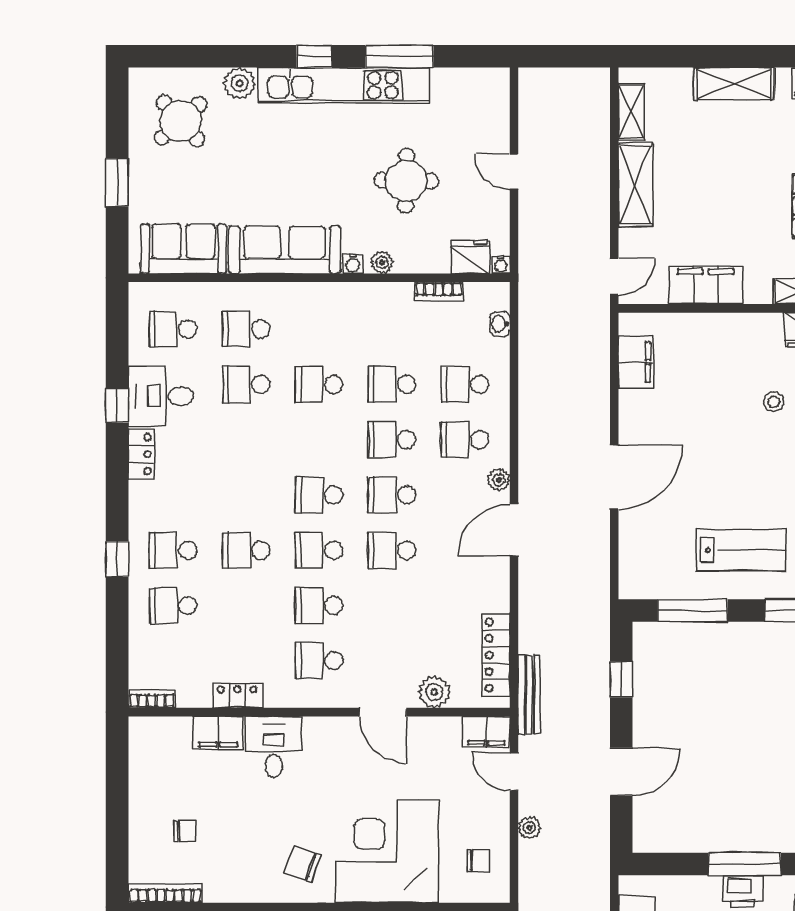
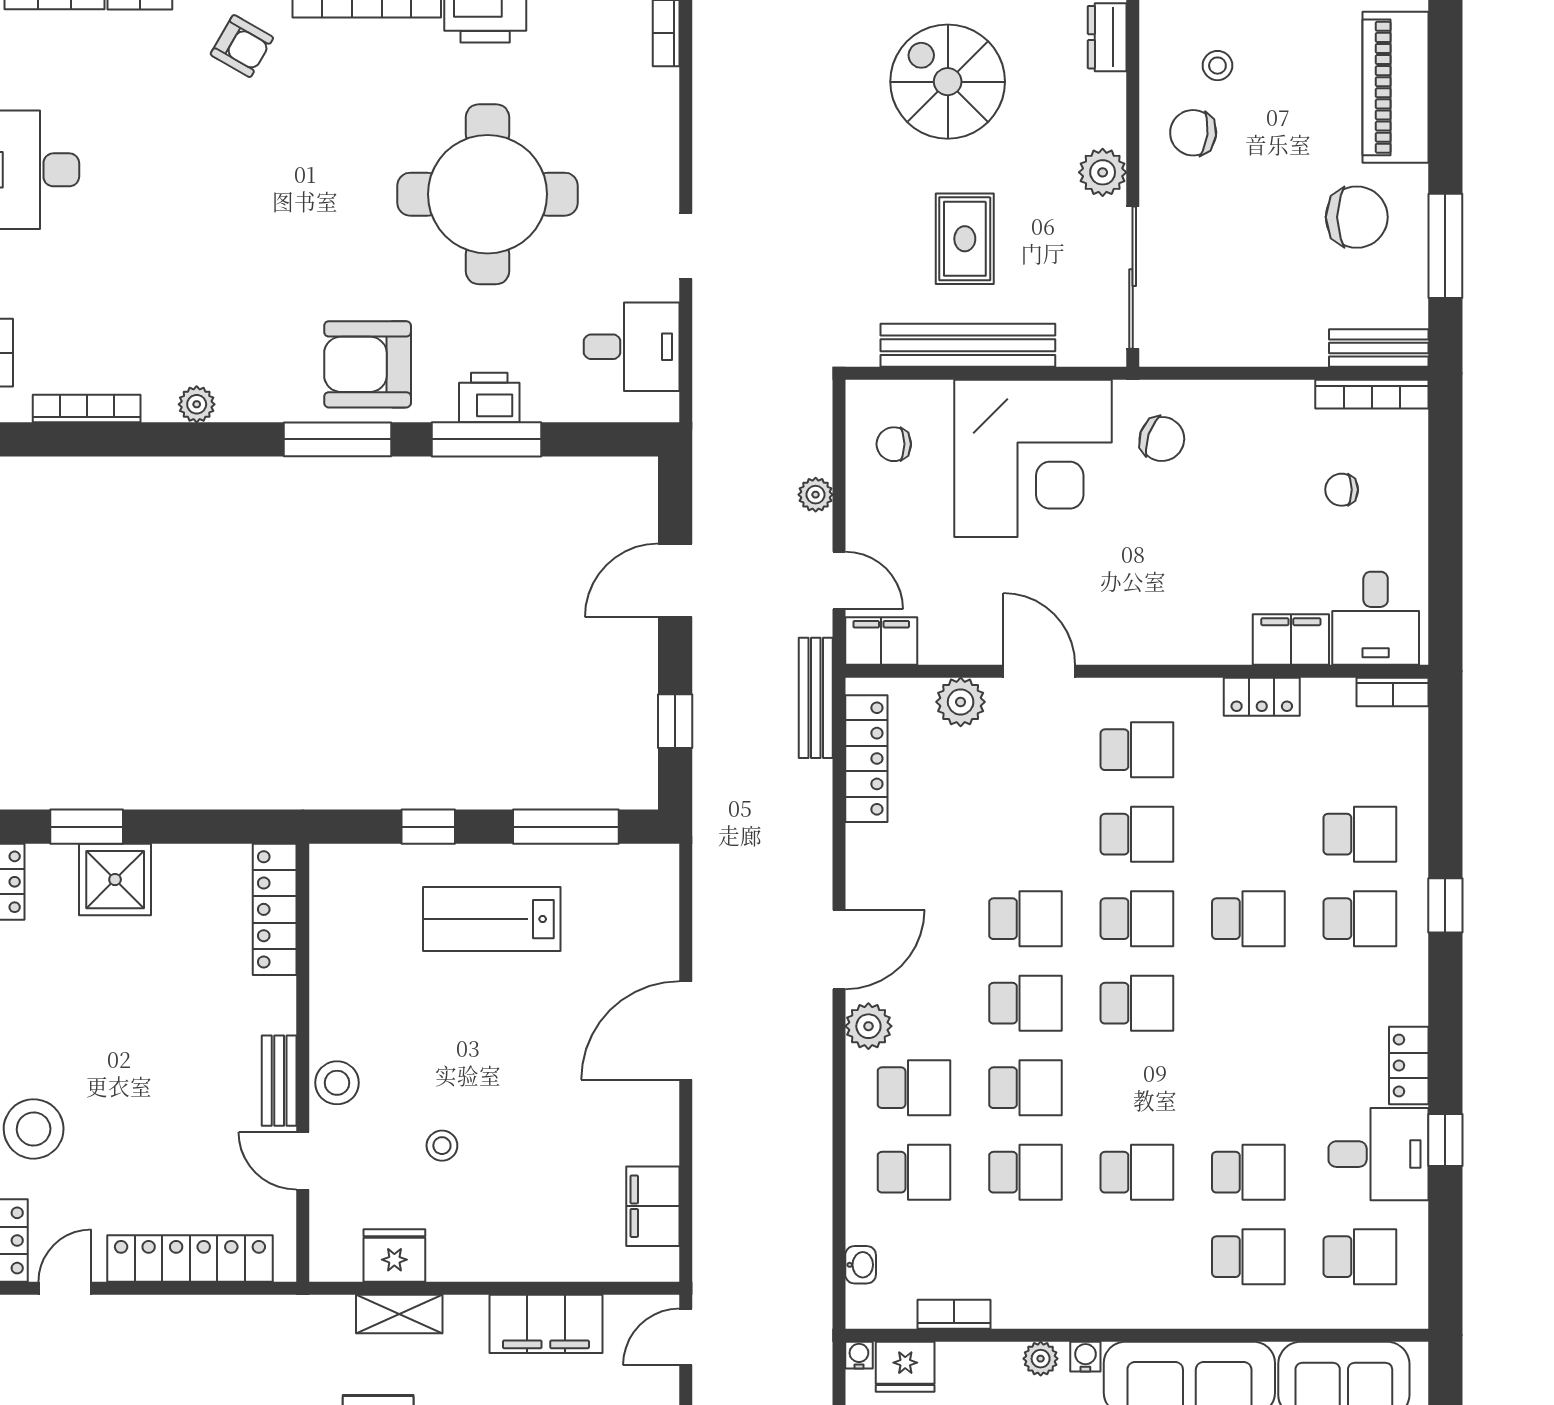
plant: (499, 480) -> (868, 1026), width x1.38, depth x1.38
desk: (274, 747) -> (1376, 618), moved

